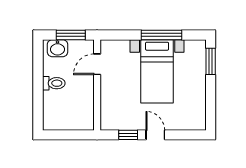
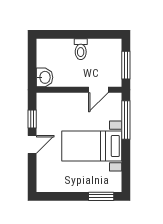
window: (162, 35) -> (126, 120), moved
washbasin: (58, 48) -> (44, 77), moved, turned 180
door: (97, 64) -> (98, 90), swing flipped

